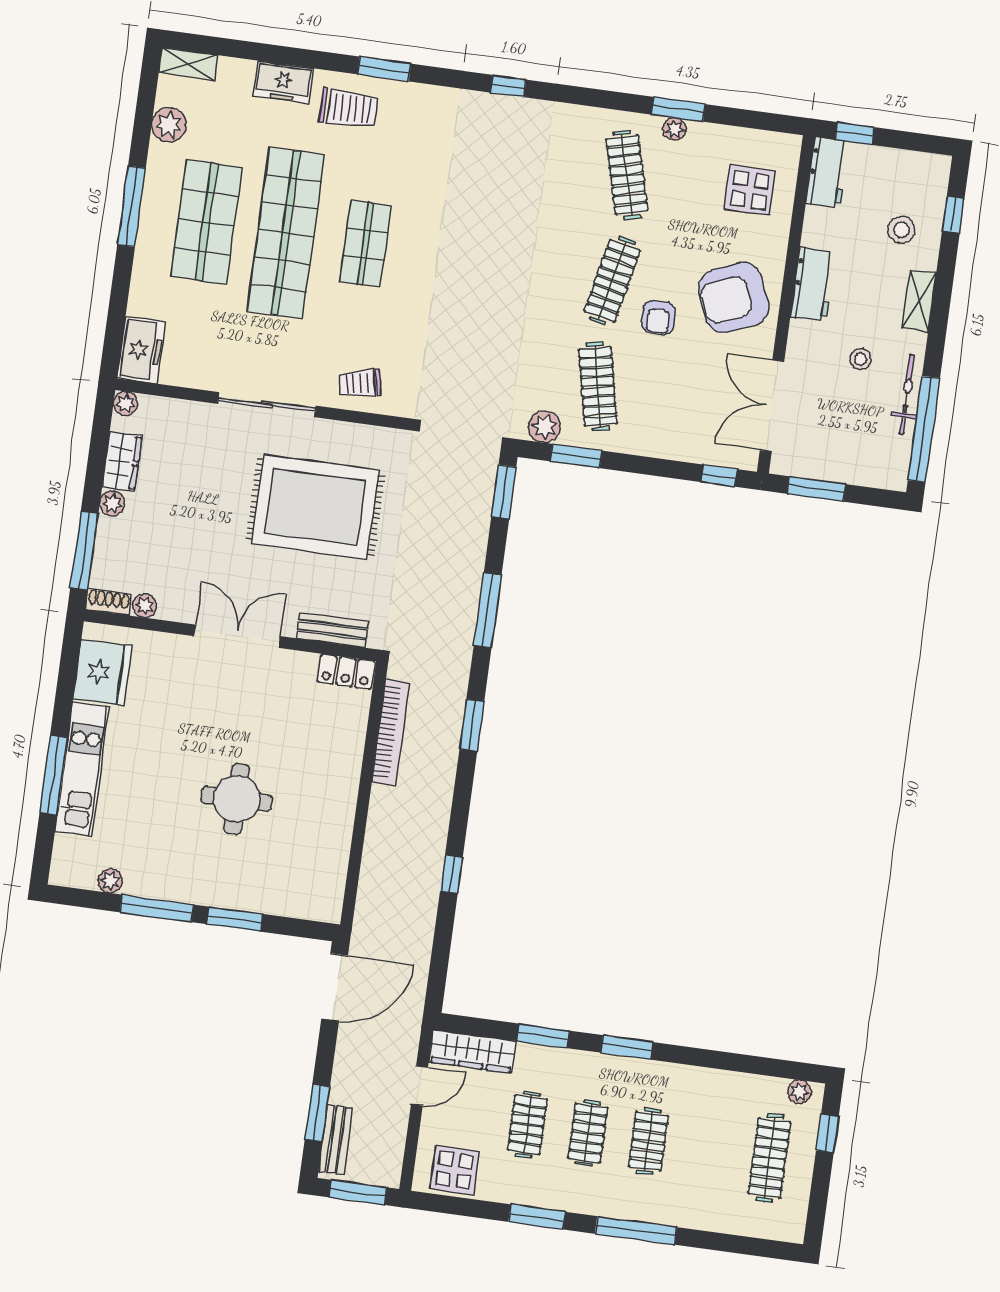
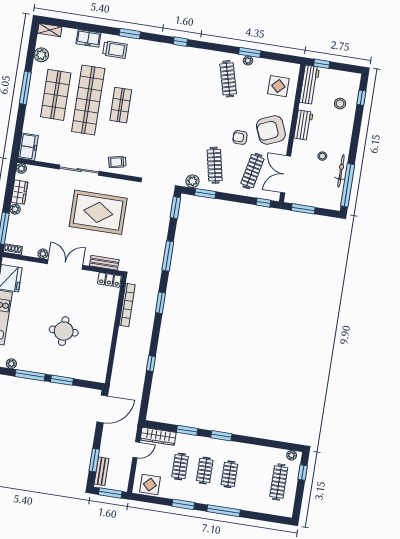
workbench: (827, 173) -> (309, 85), width x1.38
clothes rail: (612, 281) -> (252, 171), moved
shelving: (919, 301) -> (347, 133), removed
armchair: (659, 317) -> (240, 137), turned 90
plant: (145, 606) -> (43, 254), moved

